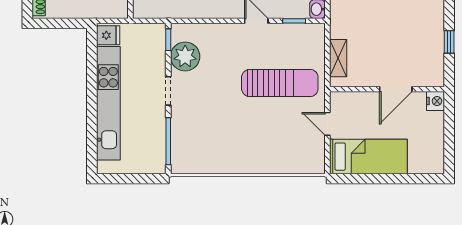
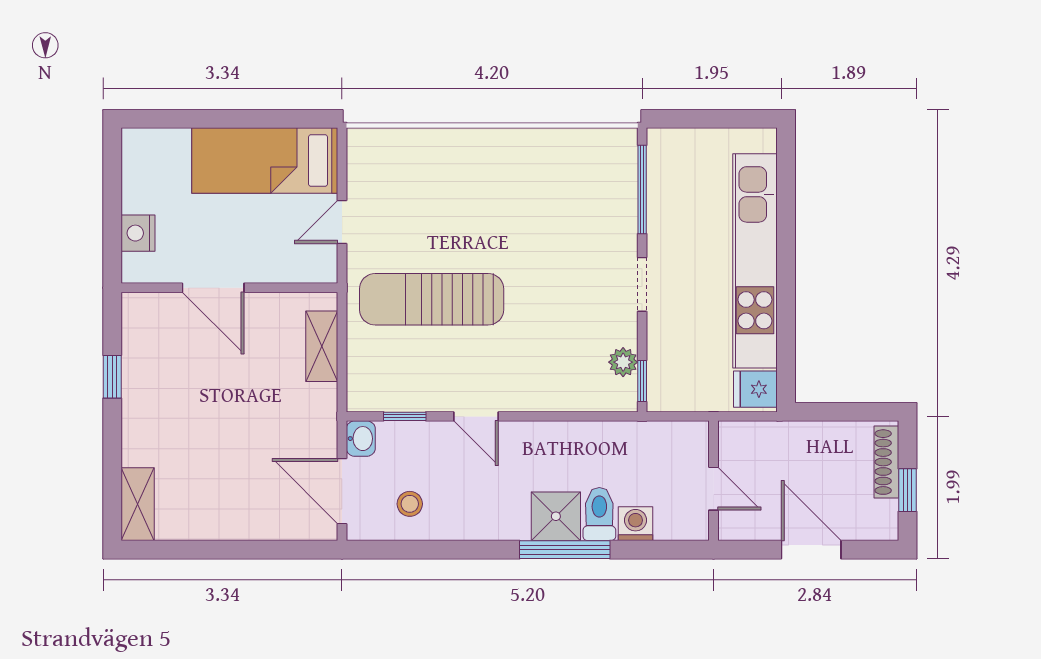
plant: (185, 56) -> (623, 362), width x0.53, depth x0.53
door: (396, 89) -> (213, 288), swing flipped
nightstand: (436, 101) -> (138, 233), moved
door: (327, 124) -> (342, 222), swing flipped

